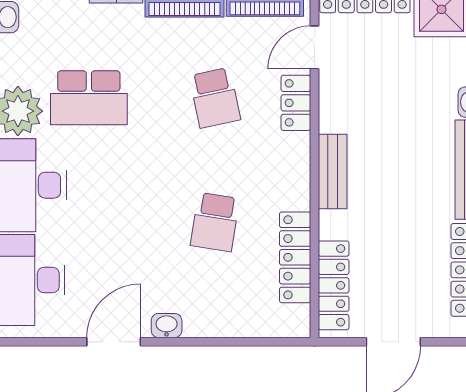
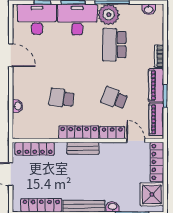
school desk: (215, 98) -> (114, 98), turned 33
locker: (295, 257) -> (79, 132), moved
washbasin: (167, 326) -> (18, 106), moved

